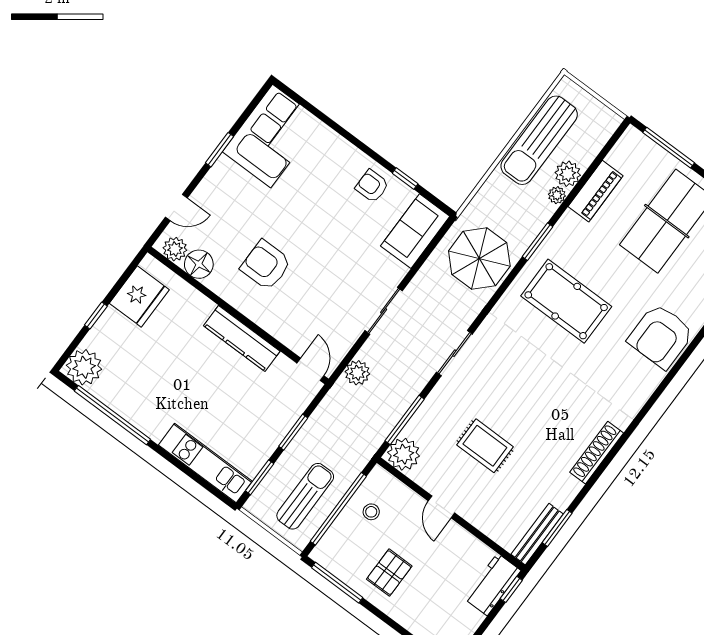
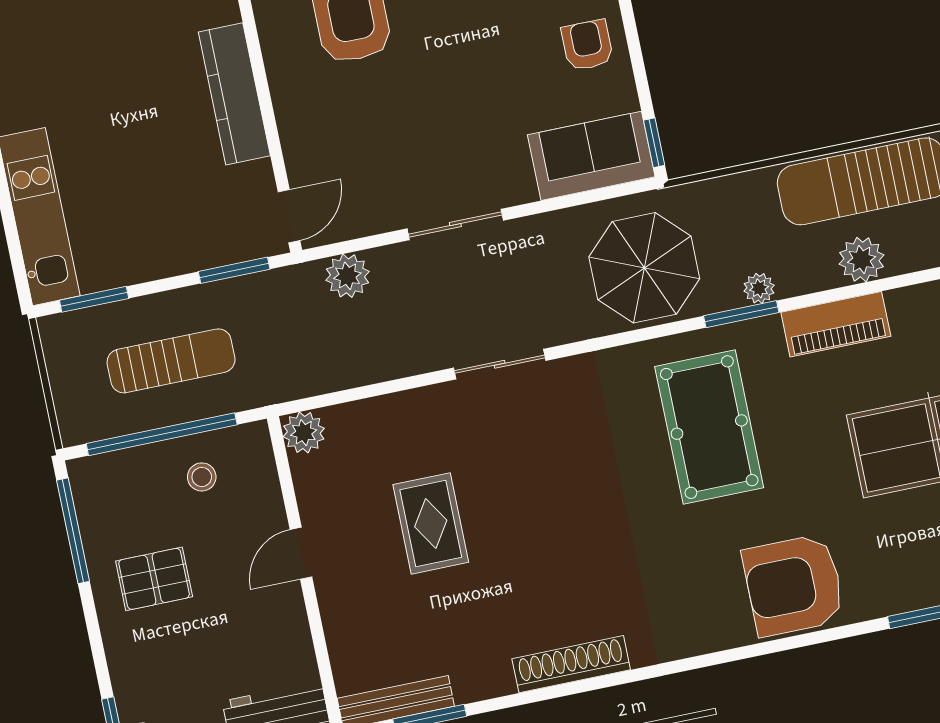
window: (405, 179) -> (654, 143), moved
piano: (596, 191) -> (836, 324), moved
plant: (557, 195) -> (759, 288), moved
window: (405, 420) -> (354, 394), removed
window: (293, 432) -> (234, 270), moved
plant: (404, 454) -> (304, 433), width x0.73, depth x0.73
sun lounger: (305, 496) -> (171, 361), moved

